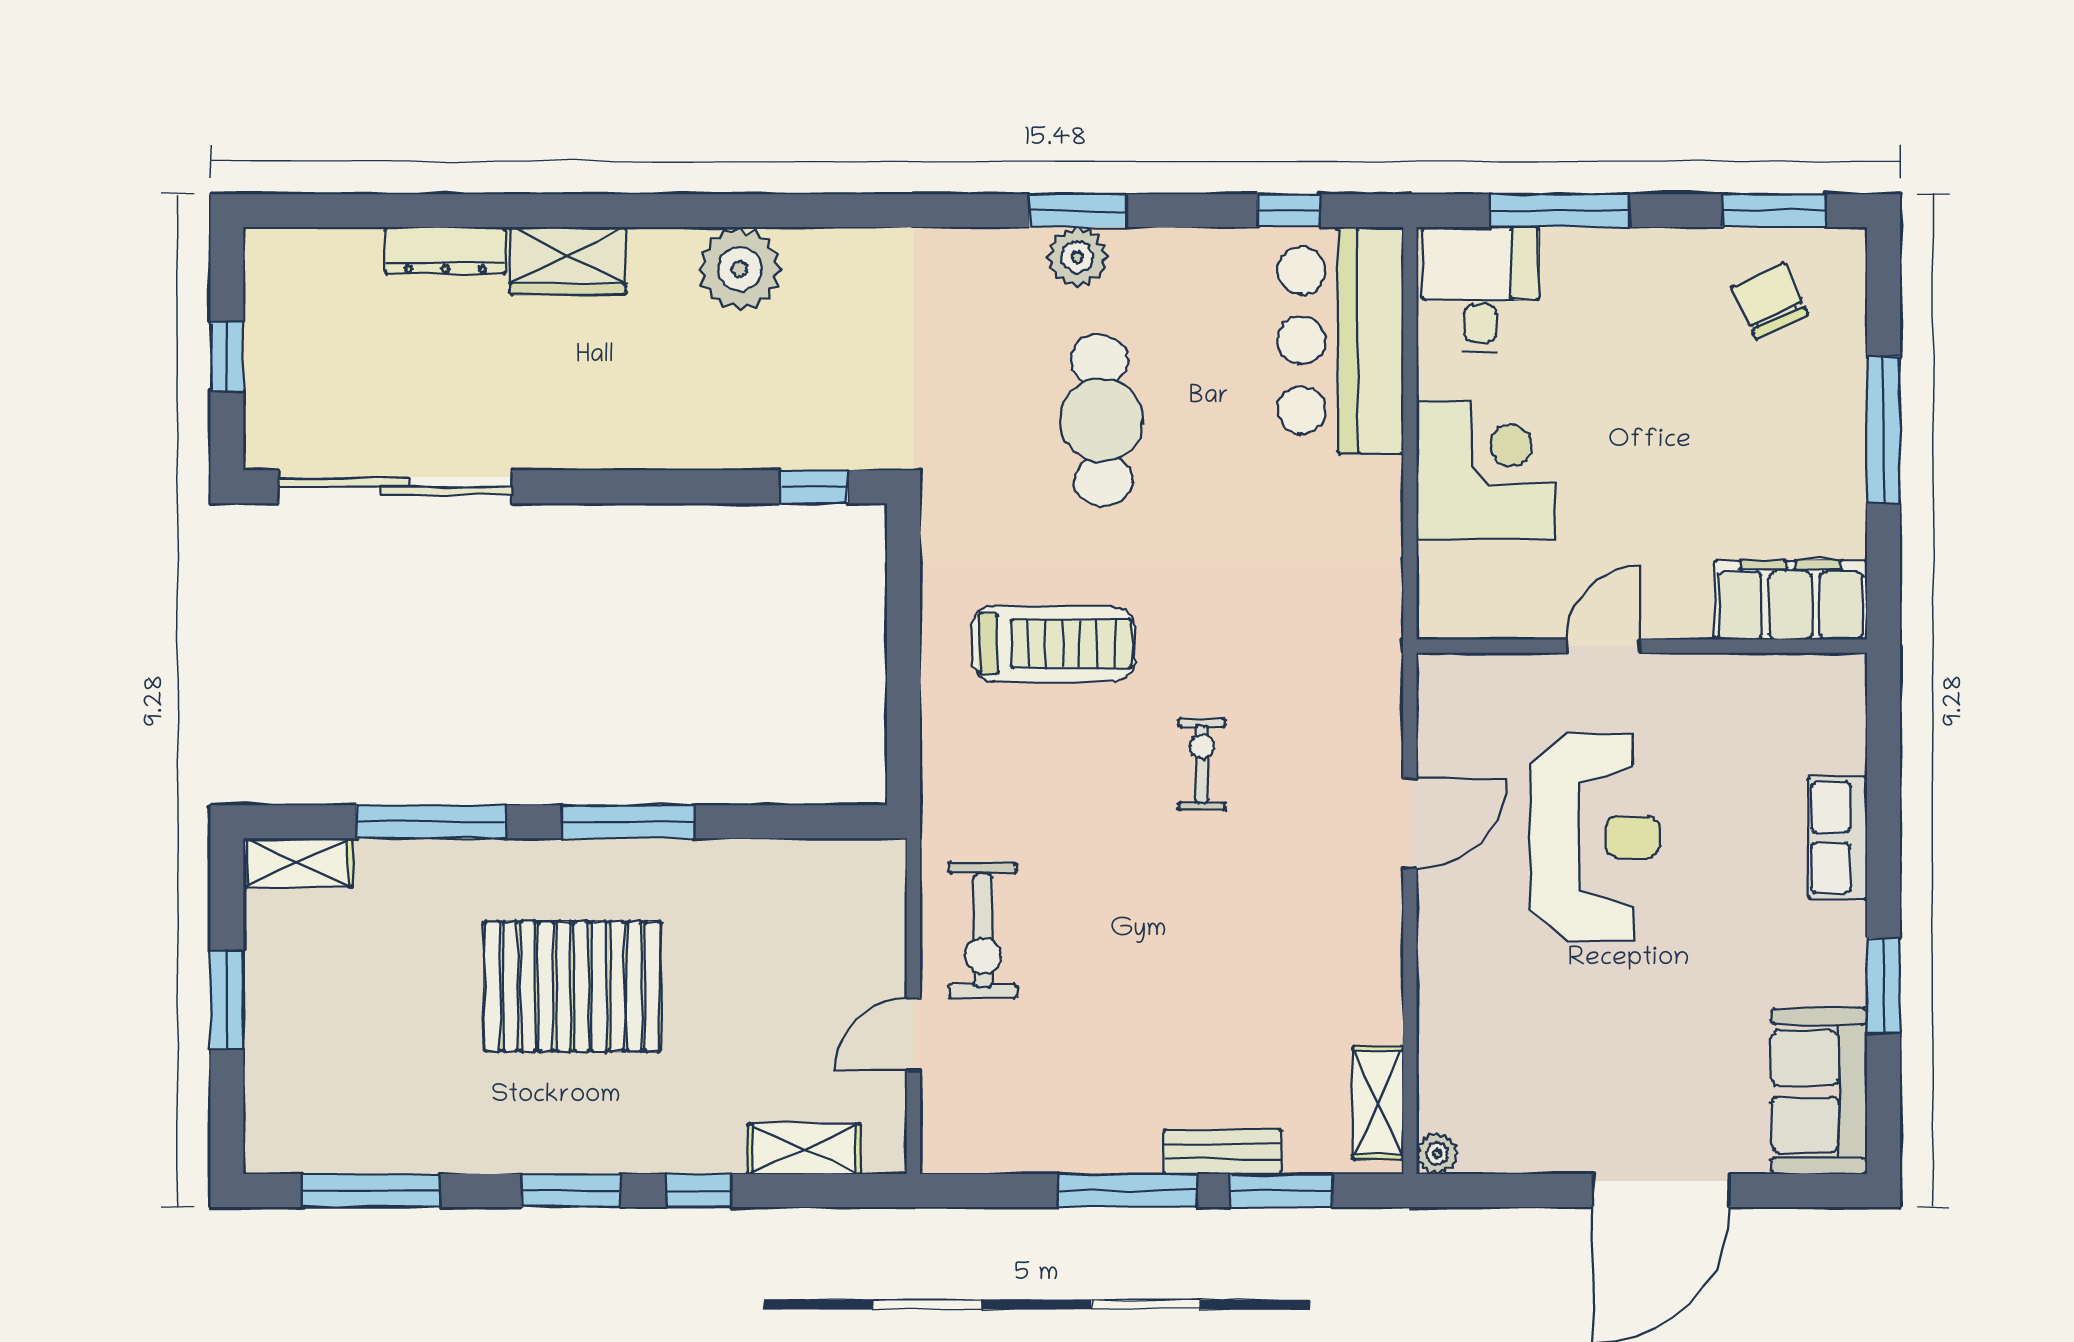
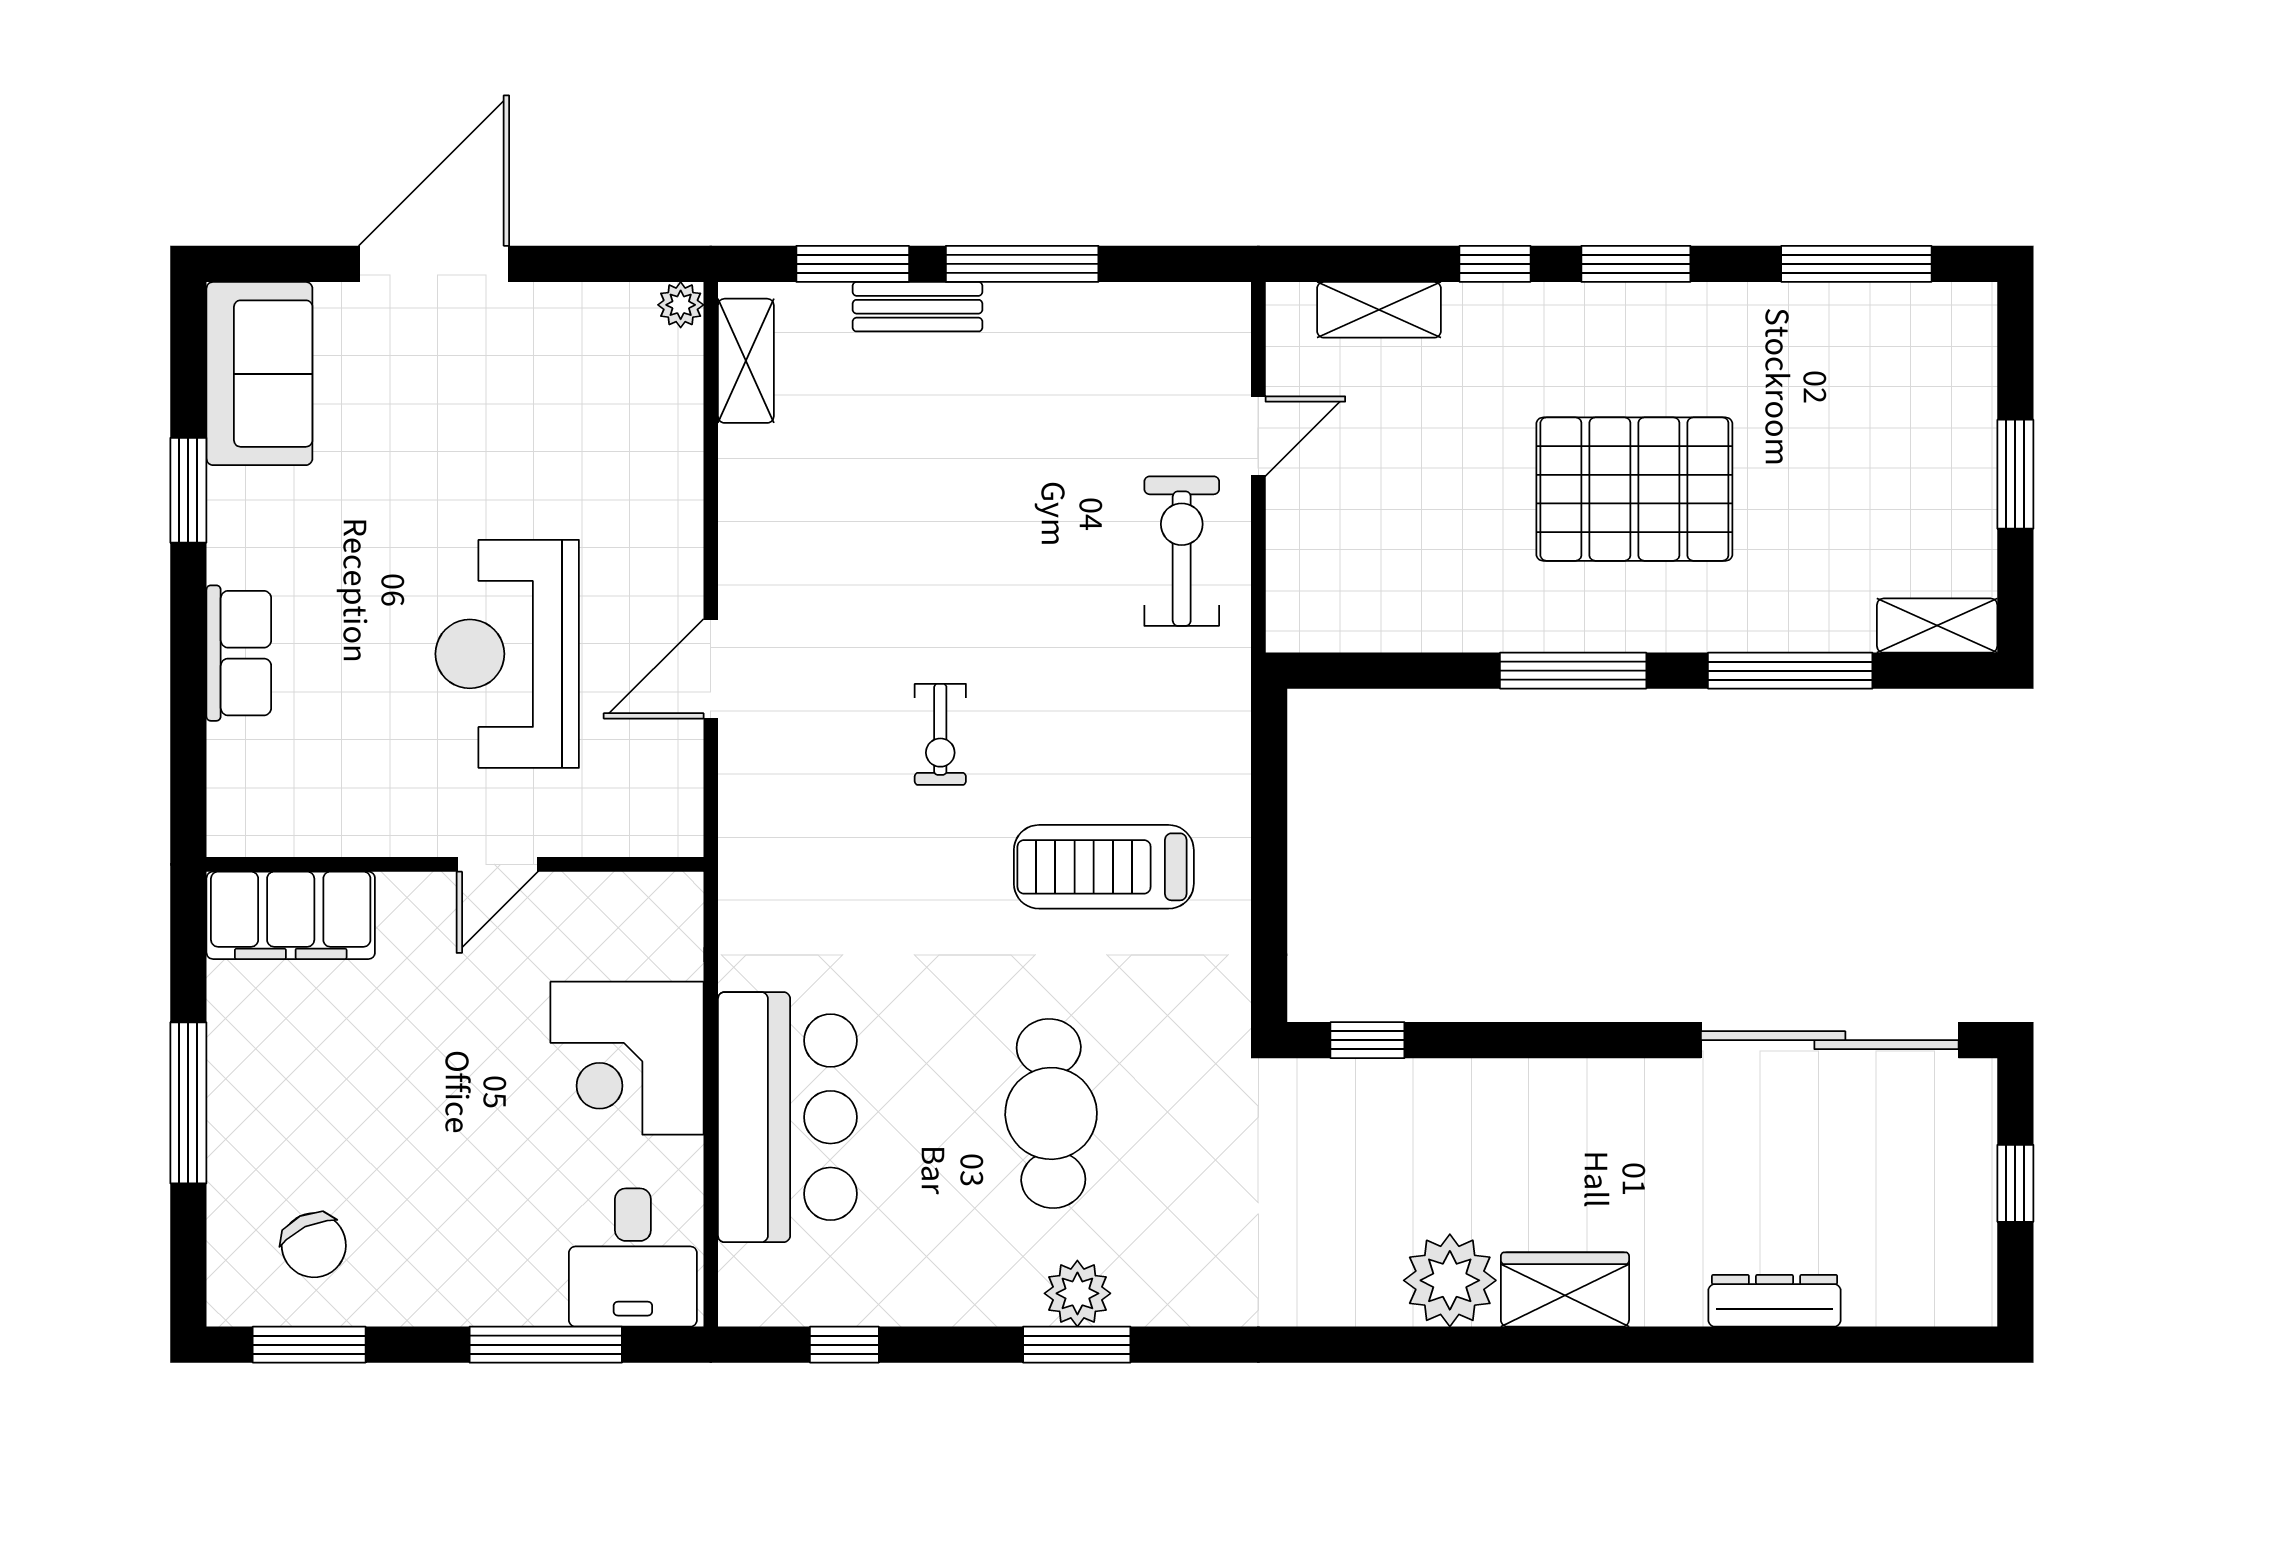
wardrobe: (568, 261) -> (1565, 1289), moved
bar counter: (1340, 340) -> (787, 1117), moved

